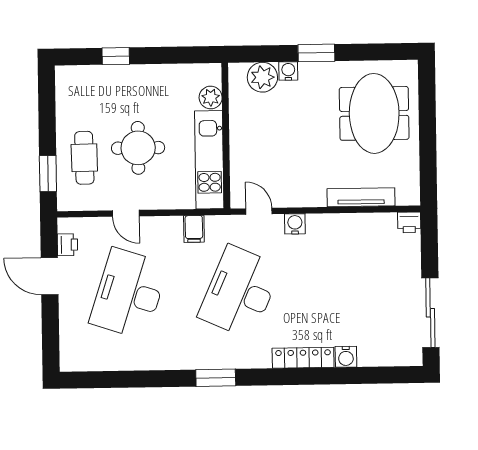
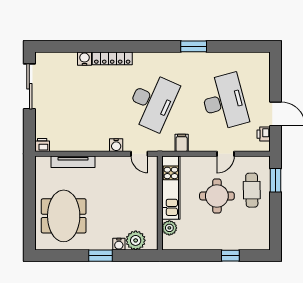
door: (126, 213) -> (226, 154), swing flipped
desk: (129, 294) -> (224, 102), turned -33
window: (216, 378) -> (194, 46), moved

